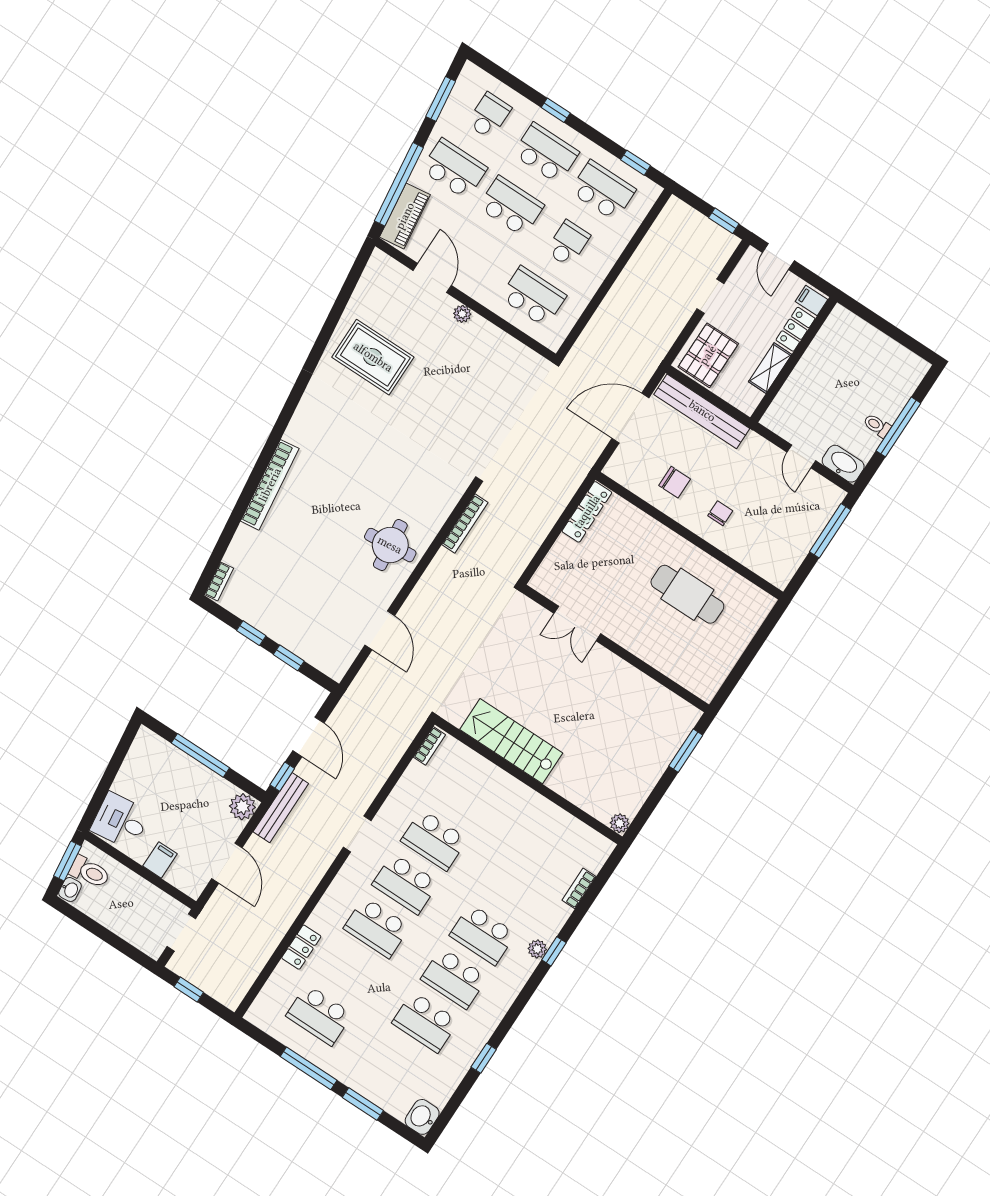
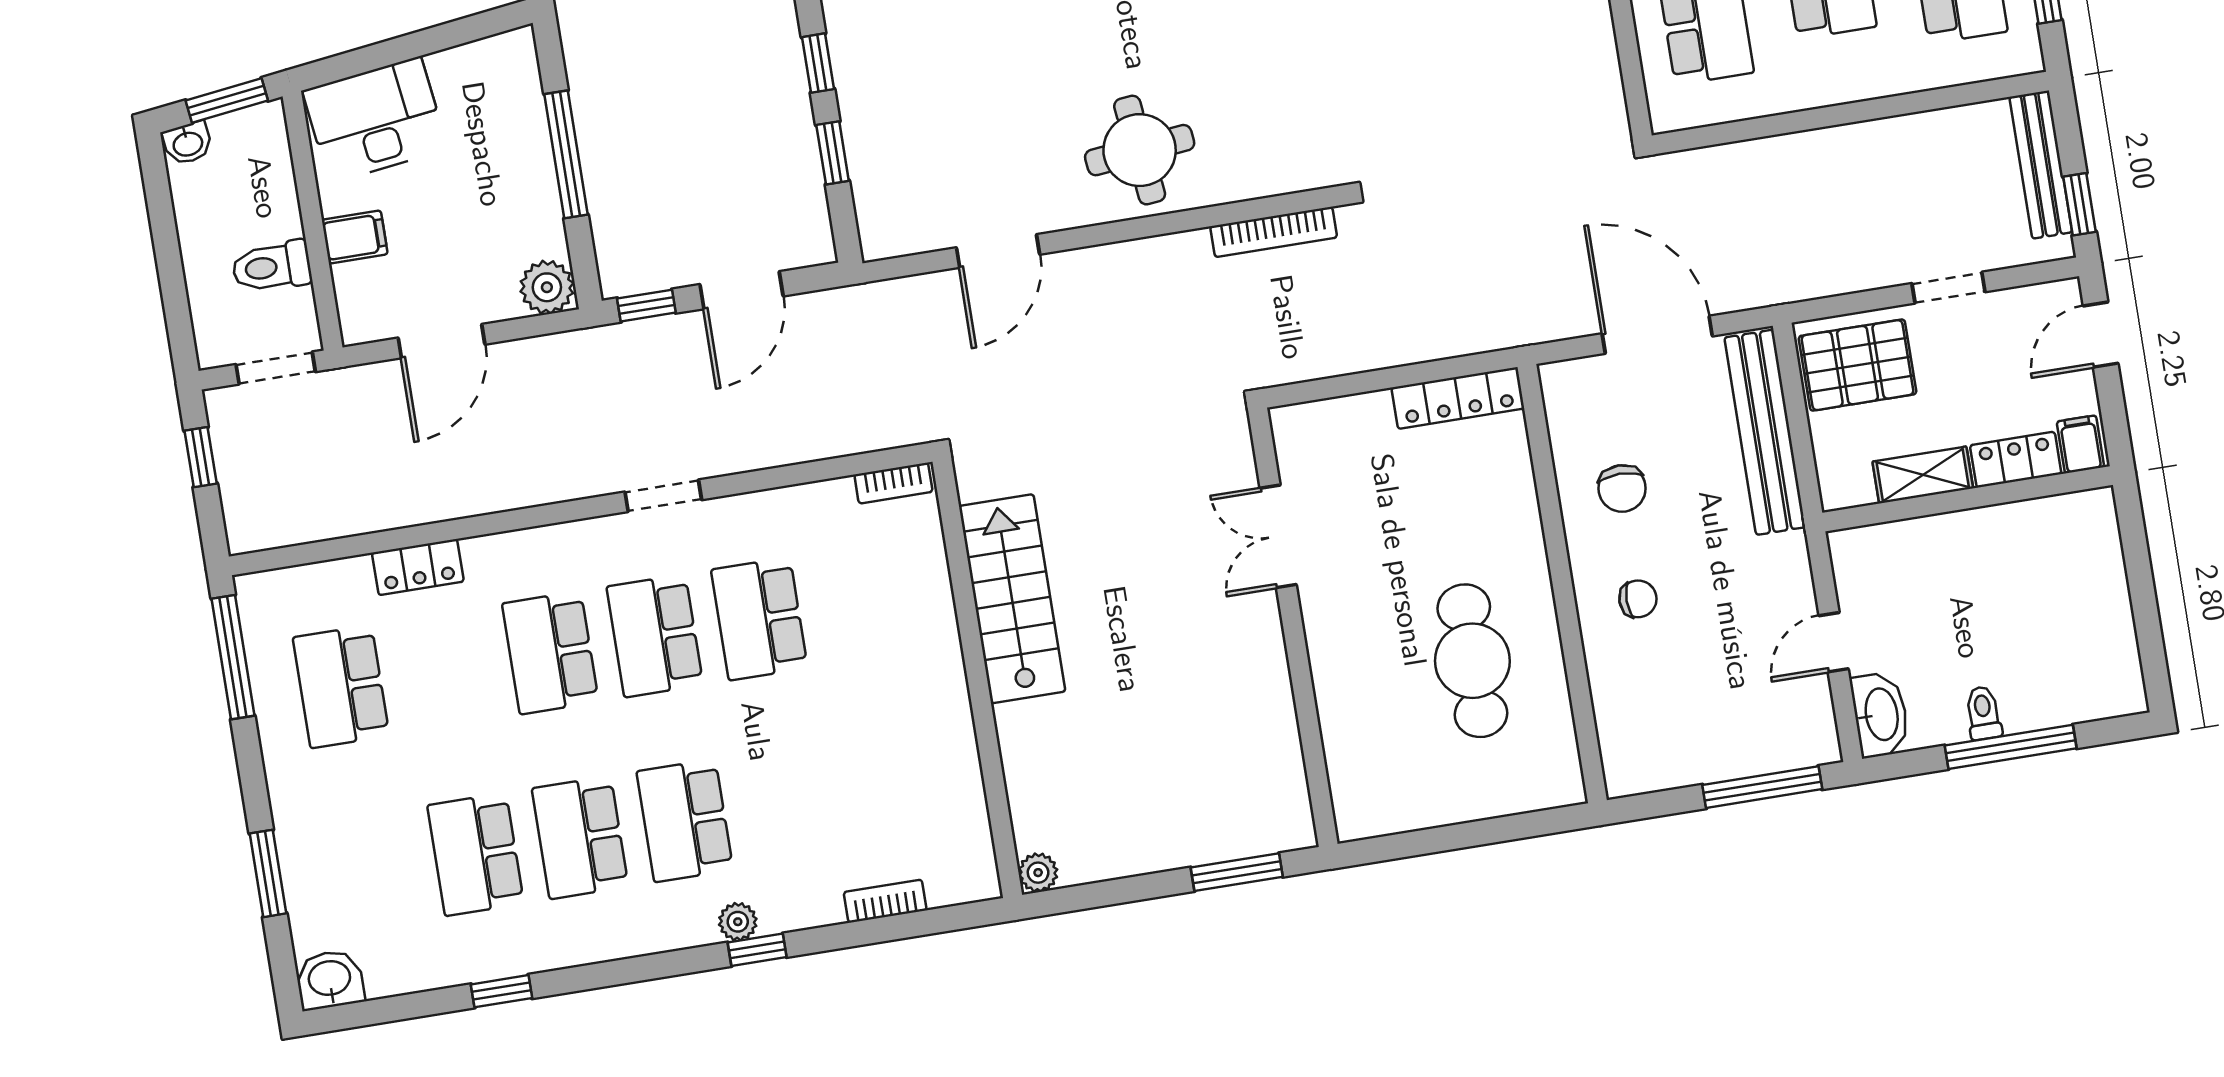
bench: (281, 808) -> (2041, 165), moved, turned 90
desk: (120, 821) -> (375, 120), width x1.37
toilet: (90, 872) -> (272, 267), moved, turned 97
window: (309, 1068) -> (233, 657), moved

